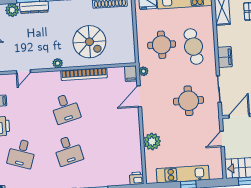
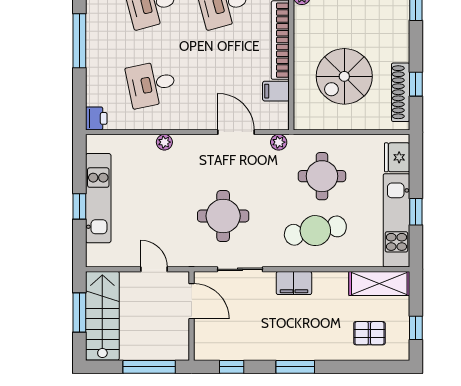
spiral stairs: (89, 42) -> (344, 76), moved
filing cabinet: (131, 74) -> (276, 91), moved
plant: (152, 141) -> (164, 142), width x0.53, depth x0.53
desk: (115, 147) -> (151, 84), added

